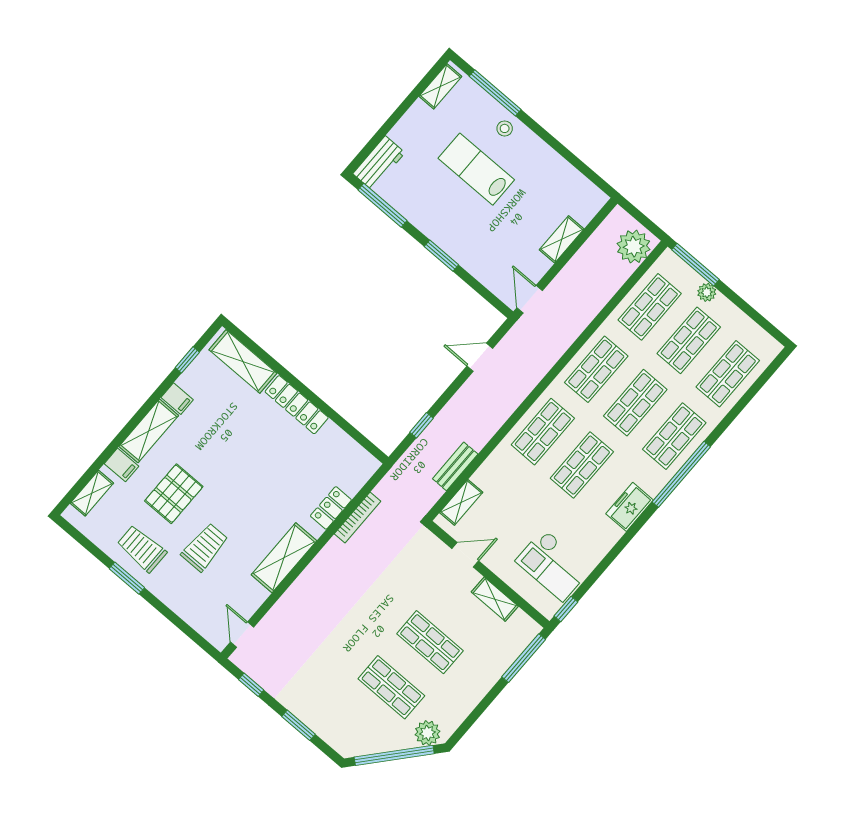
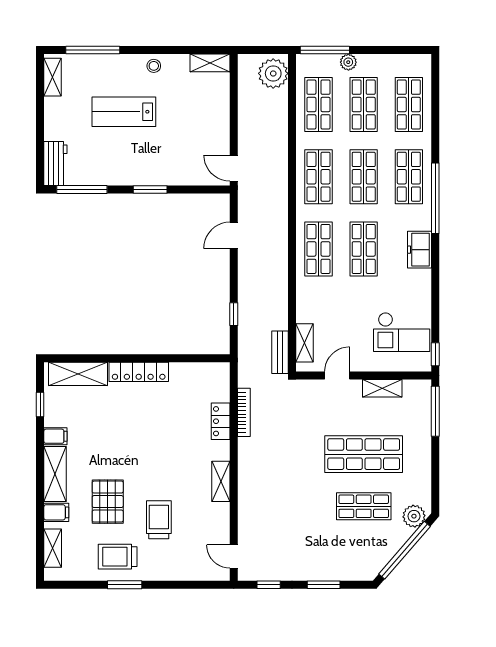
stool: (505, 128) -> (154, 66), moved
shelving: (562, 239) -> (210, 63), moved, turned 90
bench: (455, 466) -> (280, 352), moved
shelving: (284, 558) -> (221, 481), width x0.67, depth x0.75
shop shelf: (430, 642) -> (364, 454), width x1.43, depth x1.36

